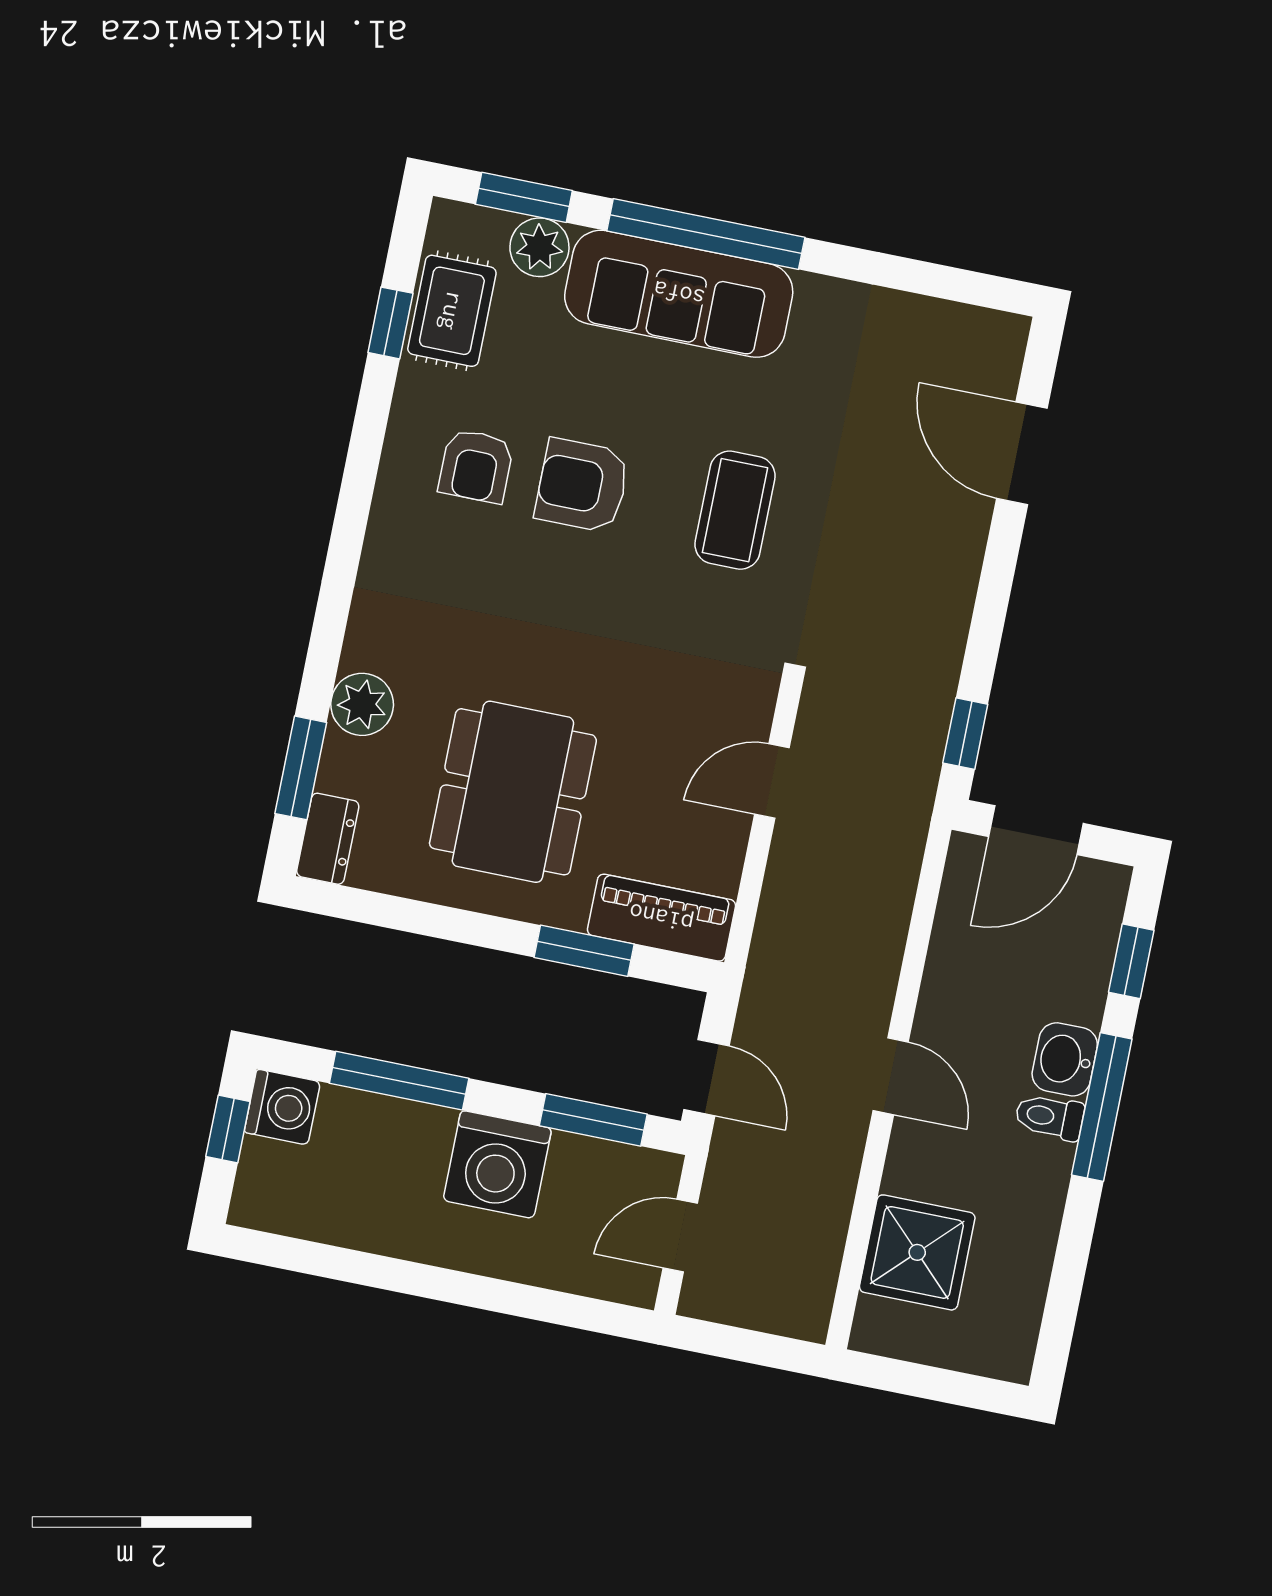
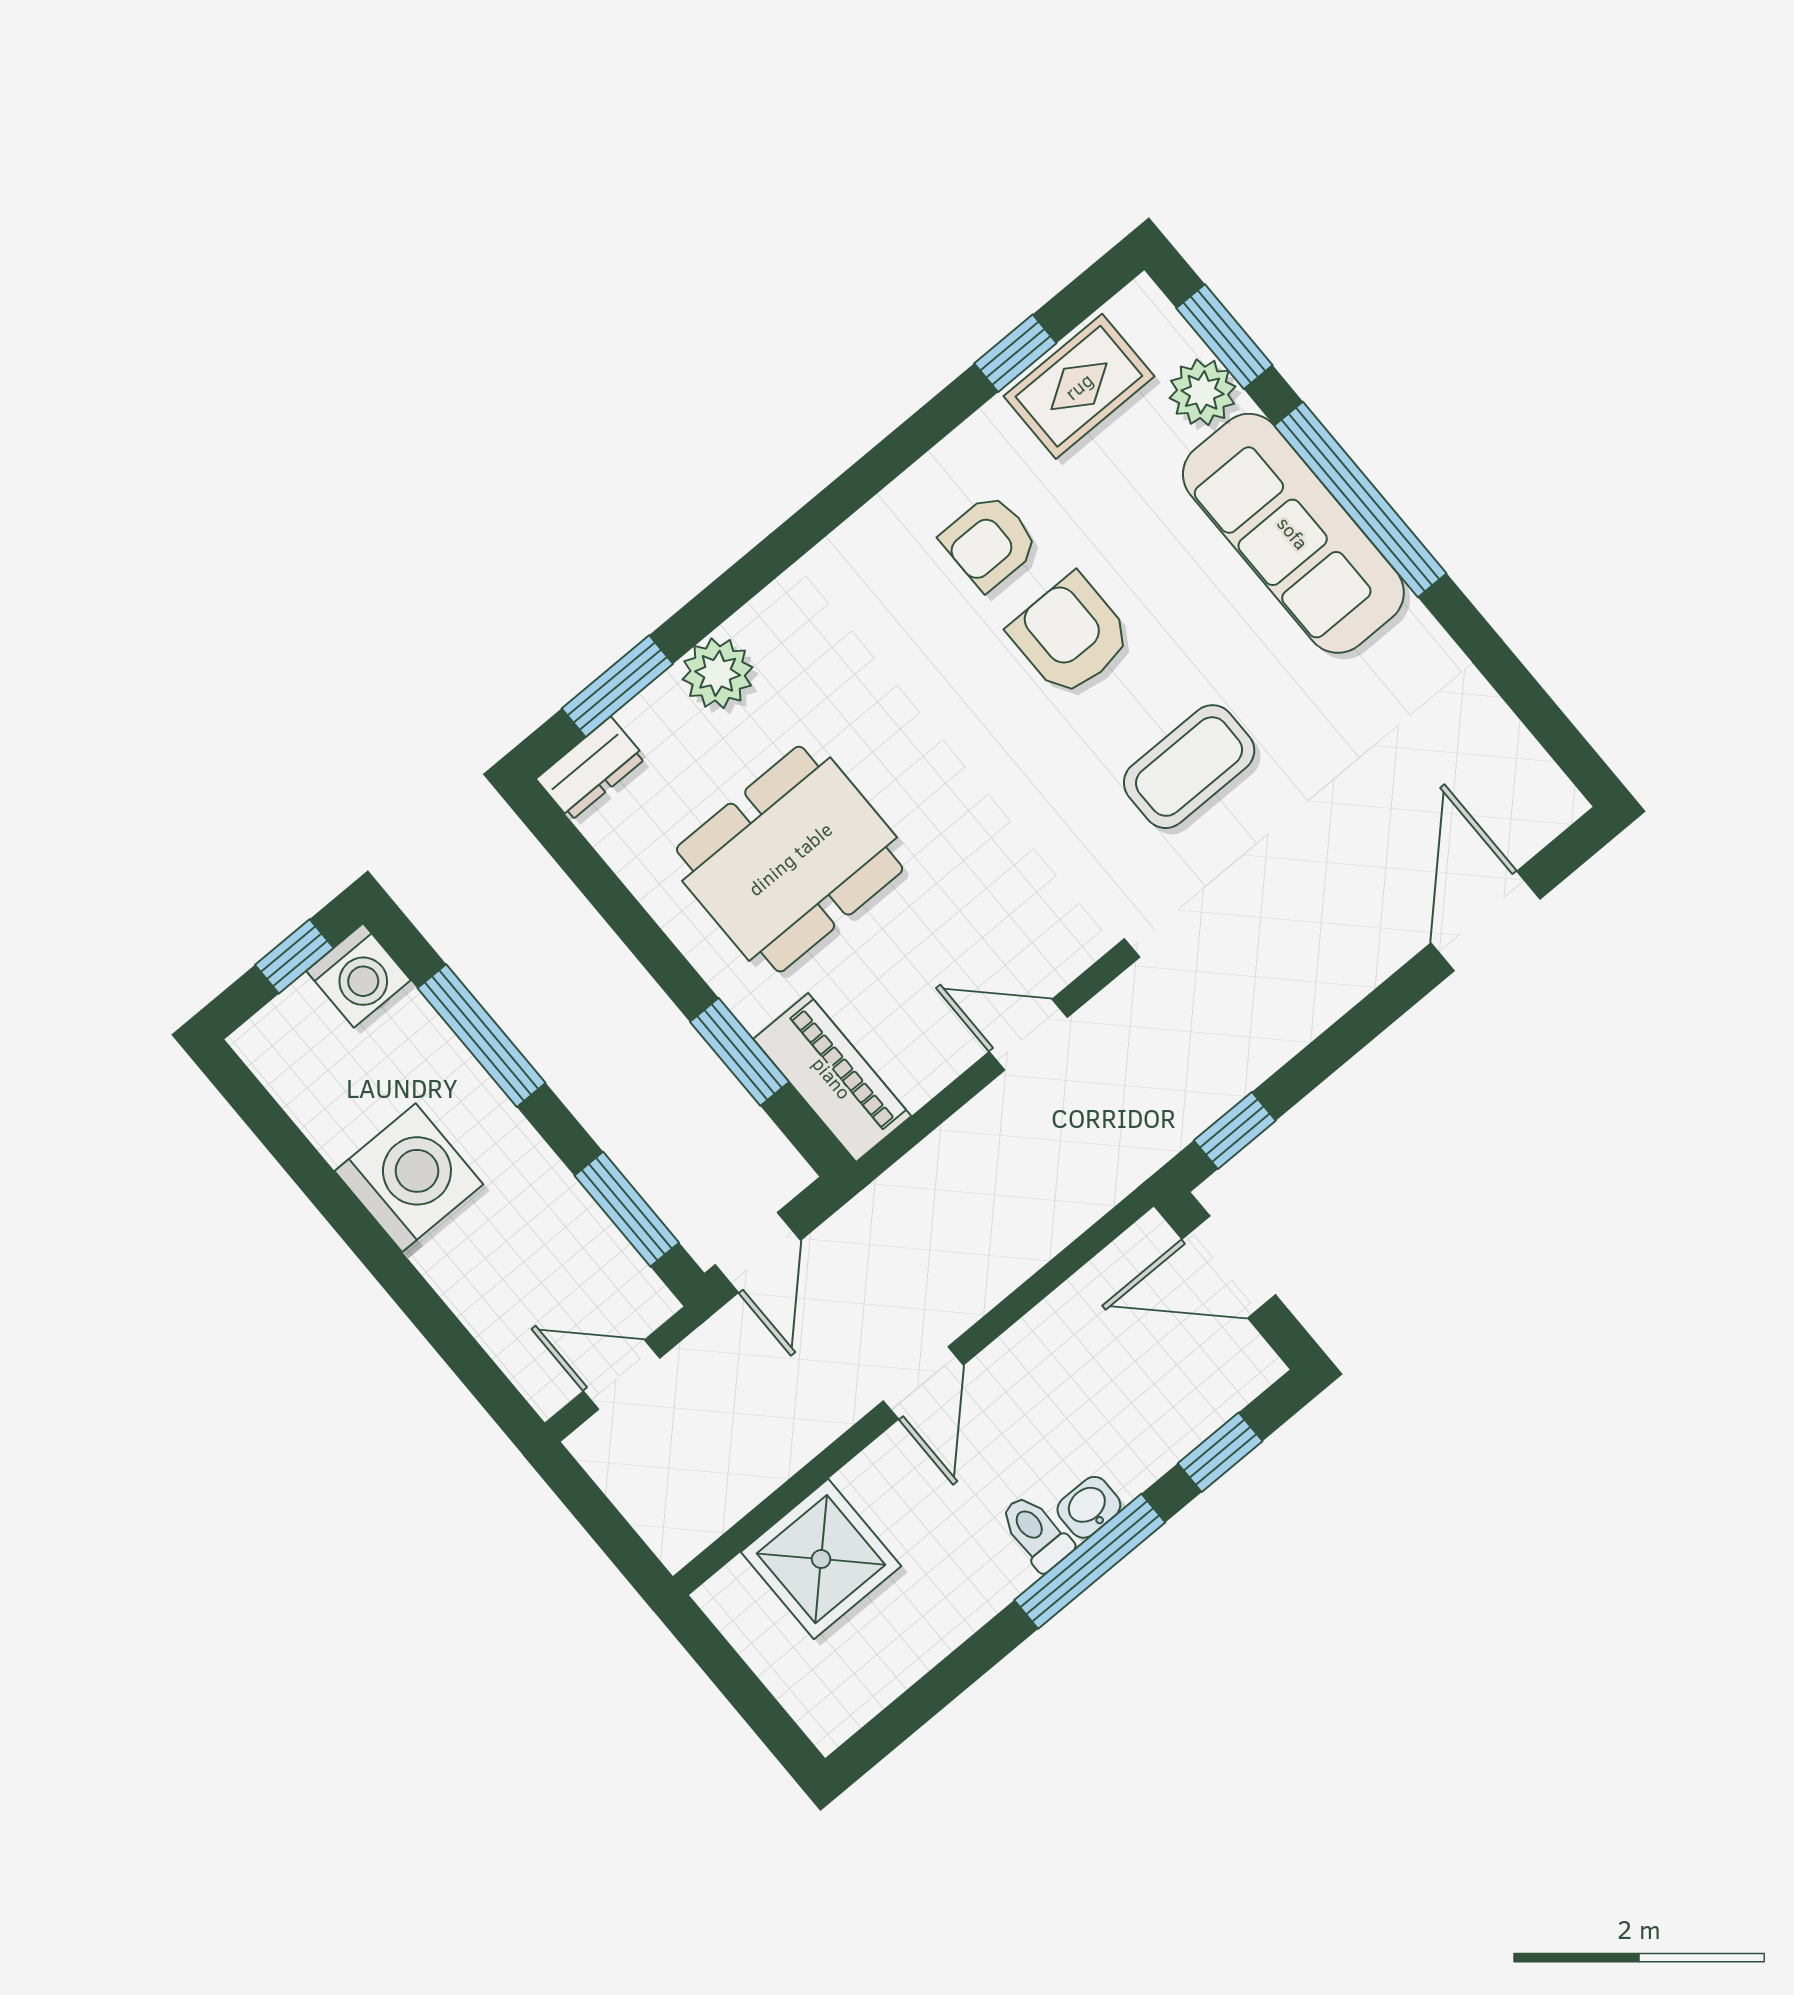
washbasin: (1065, 1059) -> (1089, 1507), width x0.72, depth x0.69
washing machine: (497, 1164) -> (409, 1178), moved, turned 180

